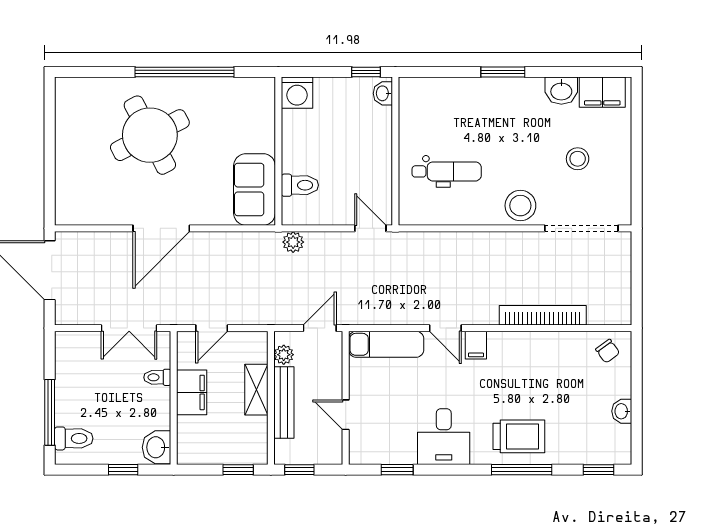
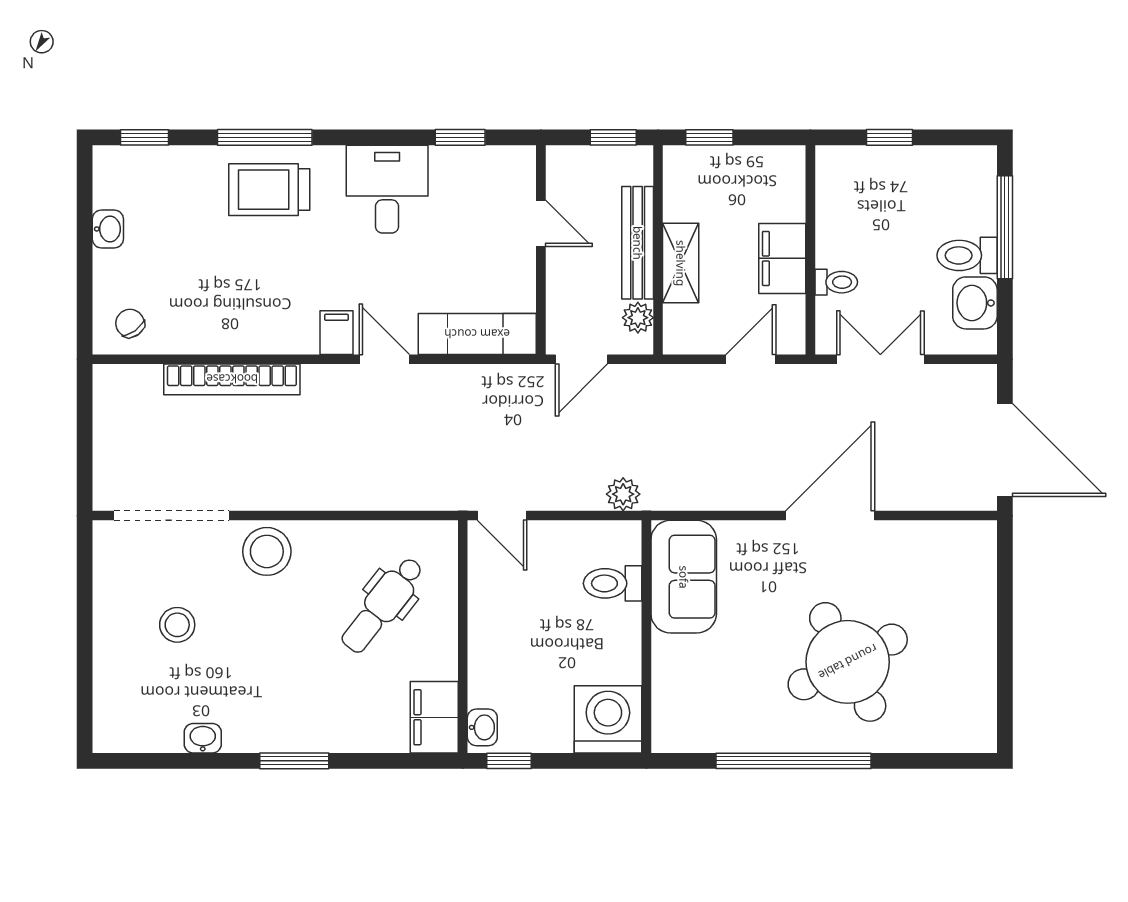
washbasin: (561, 91) -> (203, 738), width x0.72, depth x0.69
filing cabinet: (602, 92) -> (434, 717), moved, turned -90
washing machine: (297, 93) -> (608, 719), width x1.37, depth x1.37
dental chair: (447, 171) -> (383, 605), turned -52
toilet: (74, 438) -> (967, 255), moved
washbasin: (157, 447) -> (975, 303), moved, turned 180

